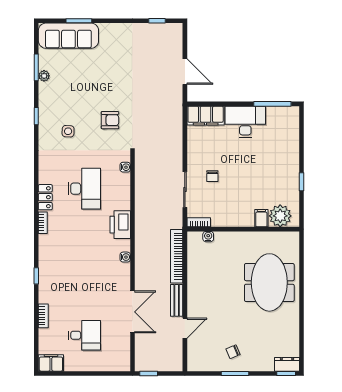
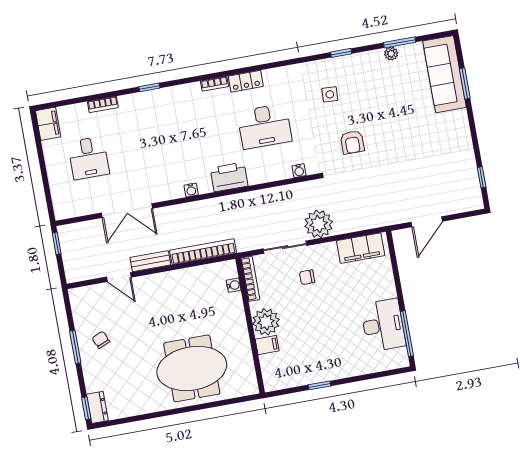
filing cabinet: (206, 116) -> (361, 248), moved, turned -90
desk: (245, 122) -> (383, 325), moved
plant: (171, 159) -> (319, 224), added
plant: (280, 216) -> (266, 322), moved
bookcase: (199, 222) -> (250, 279), width x1.56

